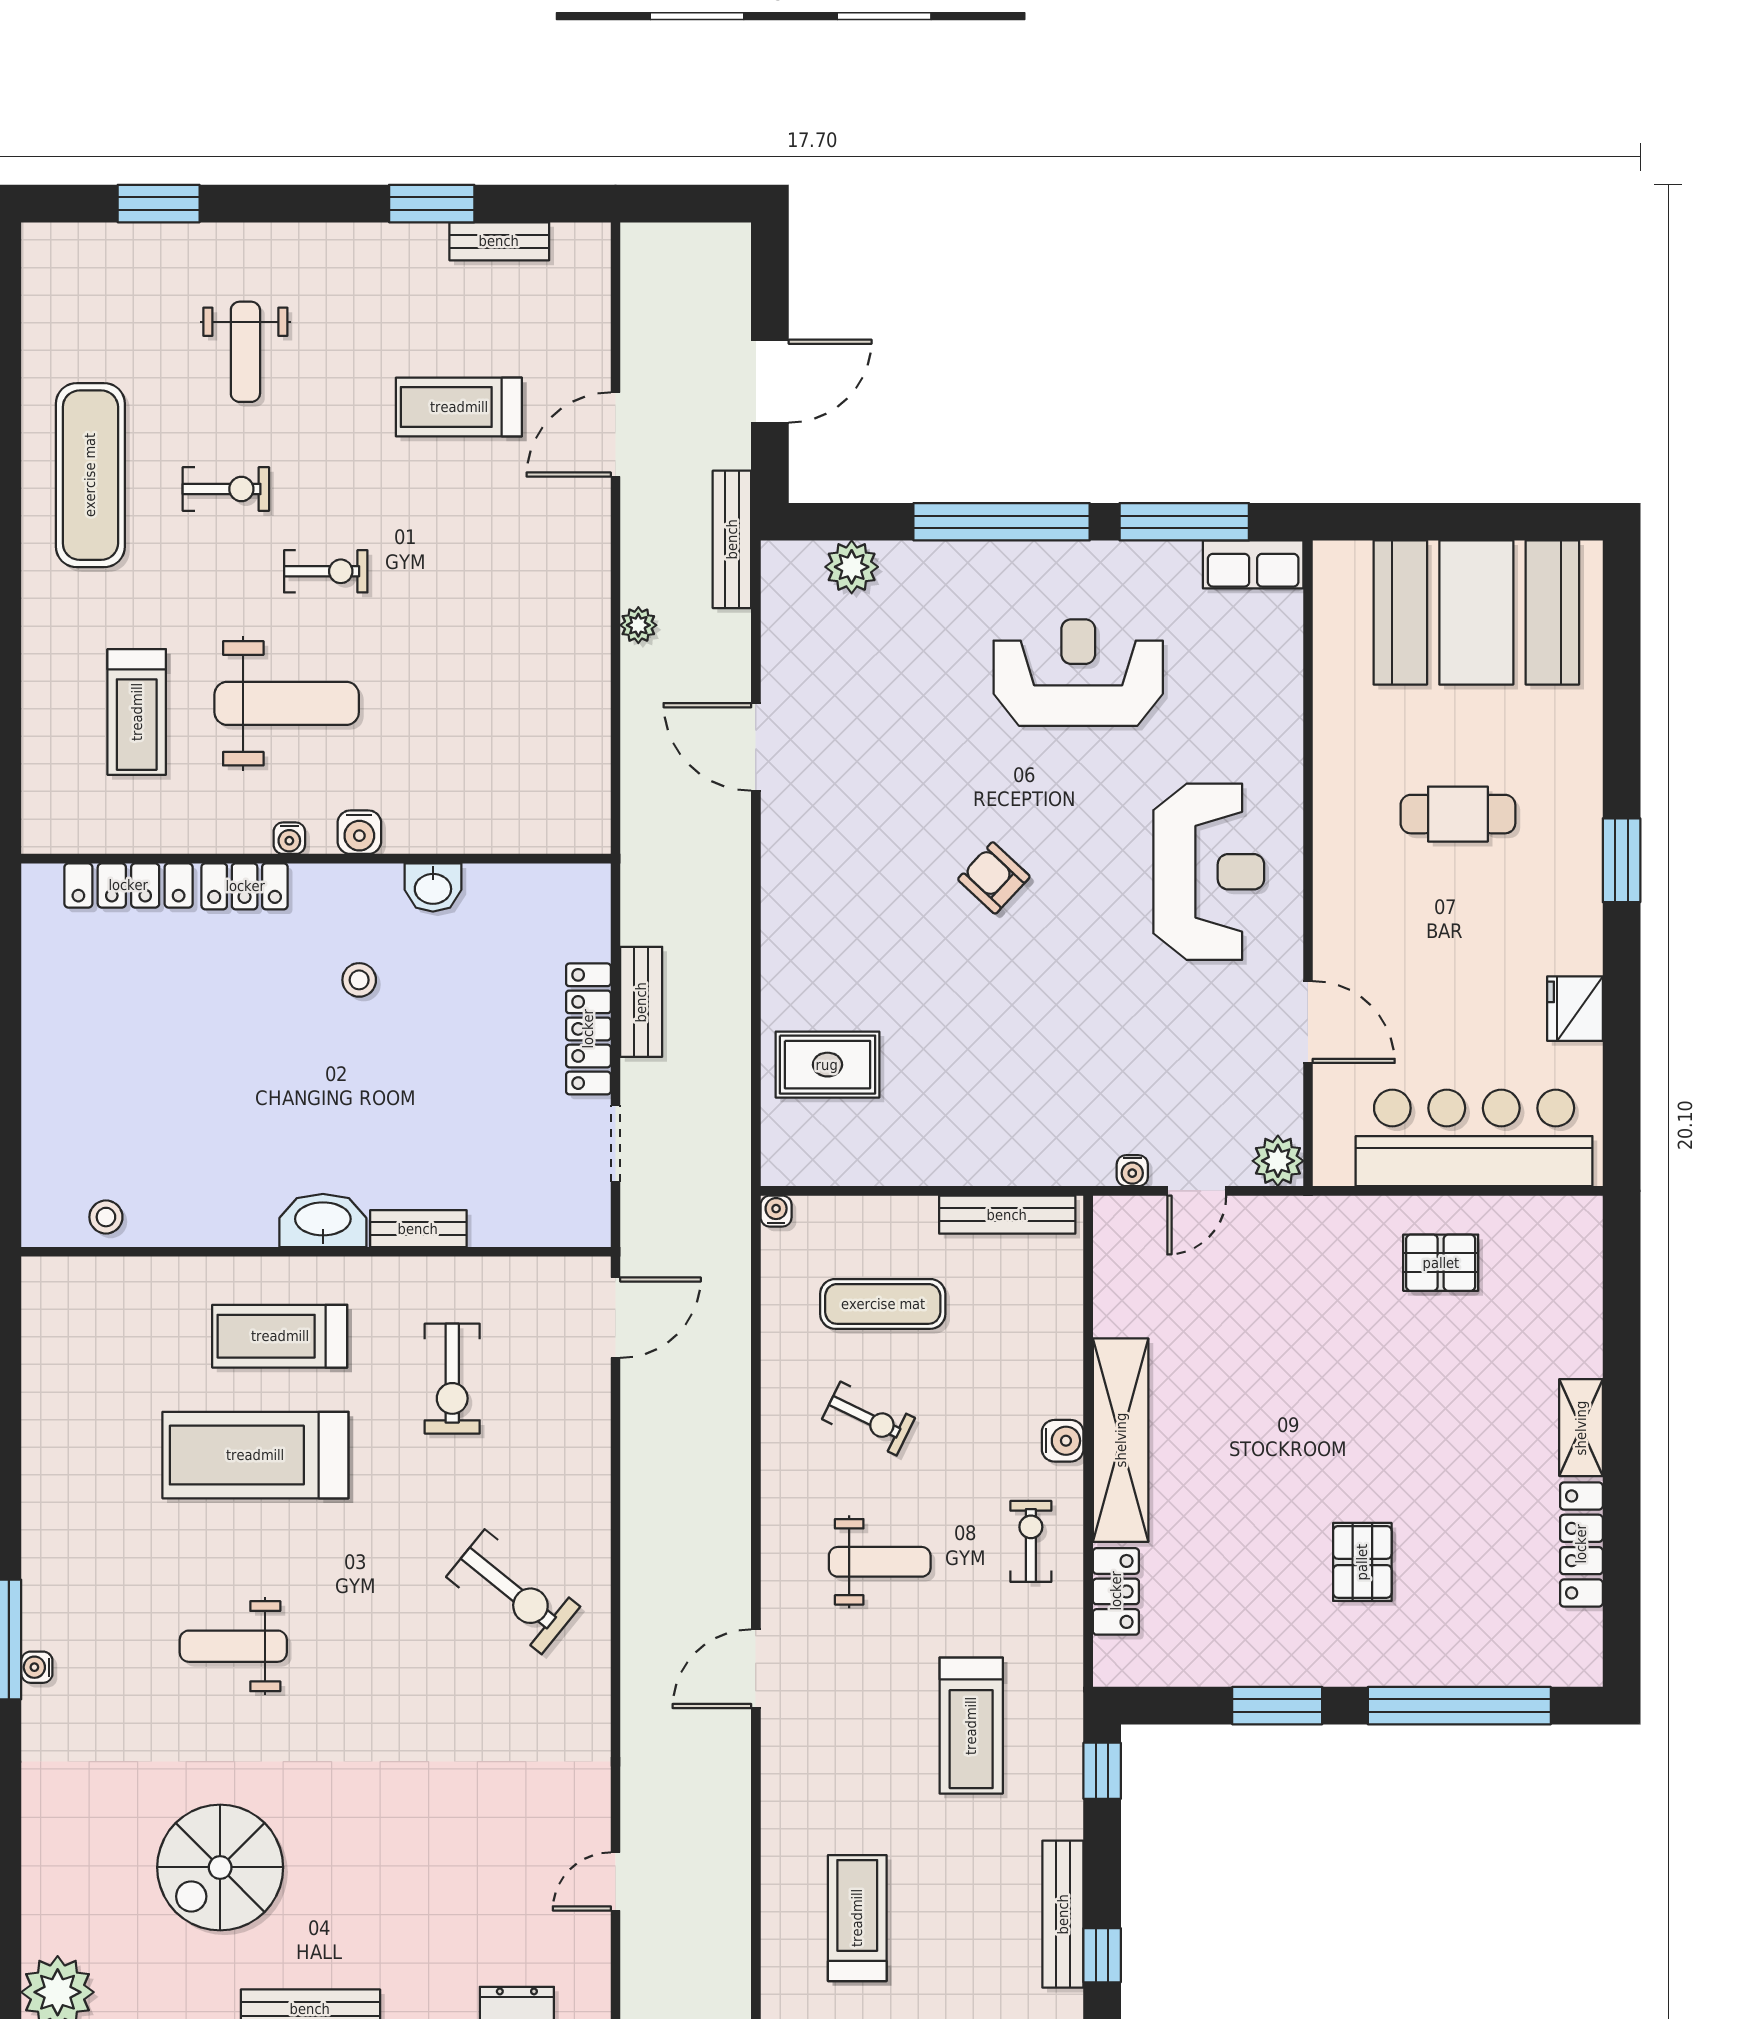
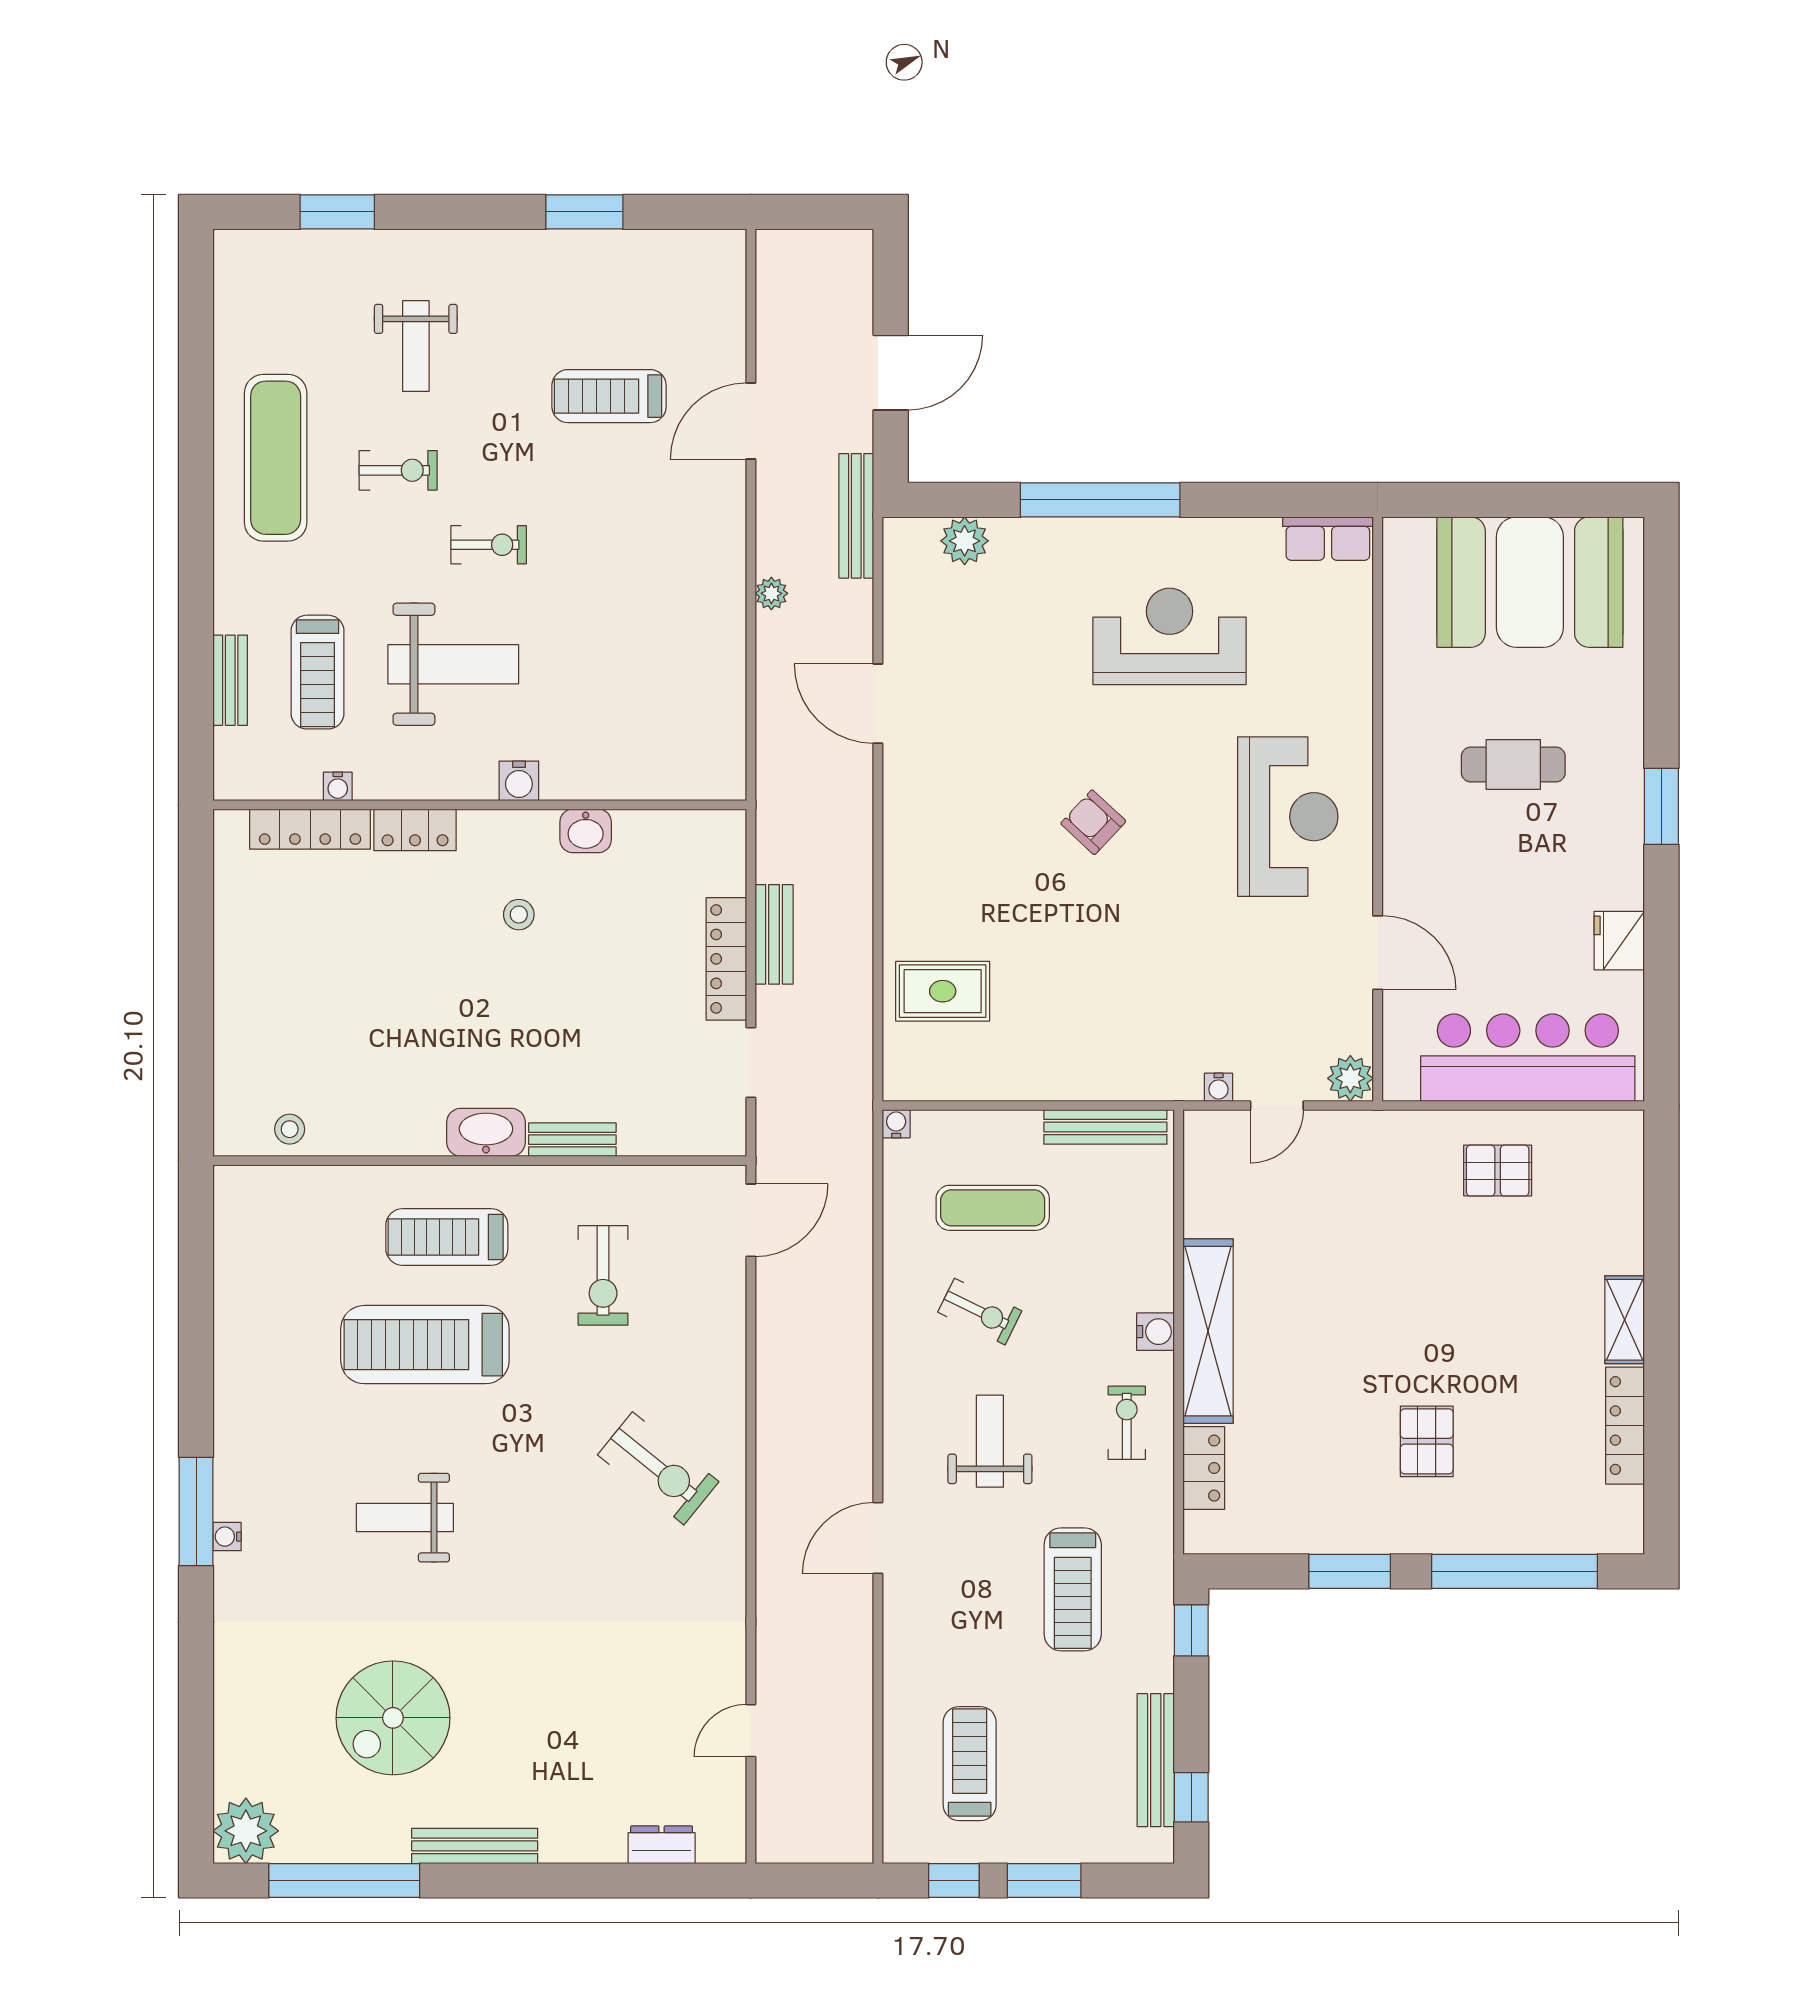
bench: (499, 241) -> (230, 680), moved, turned 90
window: (1184, 522) -> (1266, 500), removed
water cooler: (289, 838) -> (338, 786), moved
weight bench: (880, 1562) -> (990, 1441), turned -90

